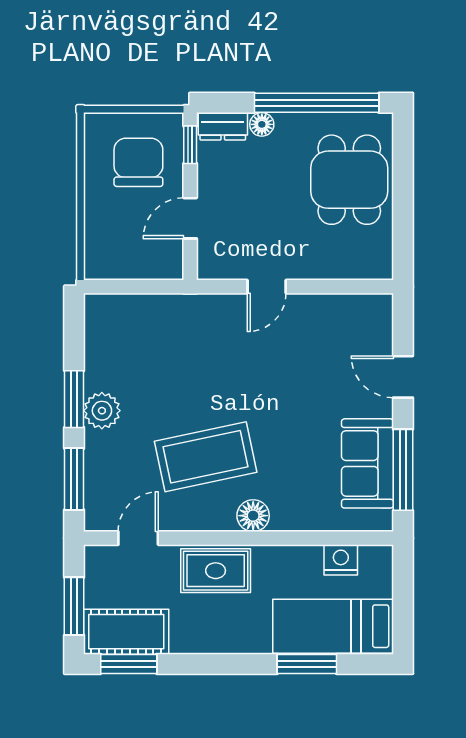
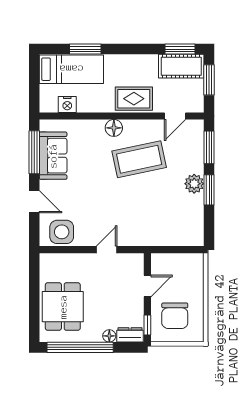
side table: (351, 320) -> (62, 232), added

